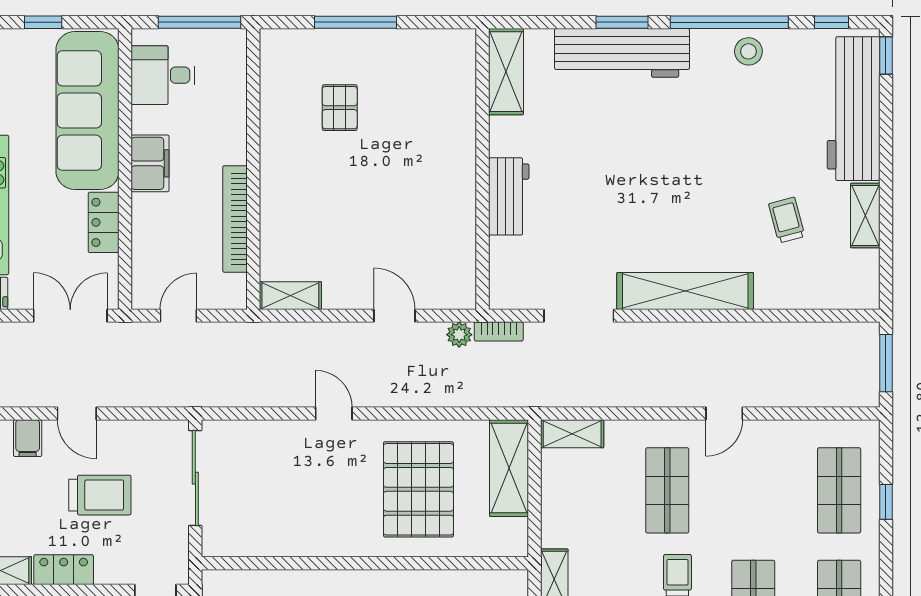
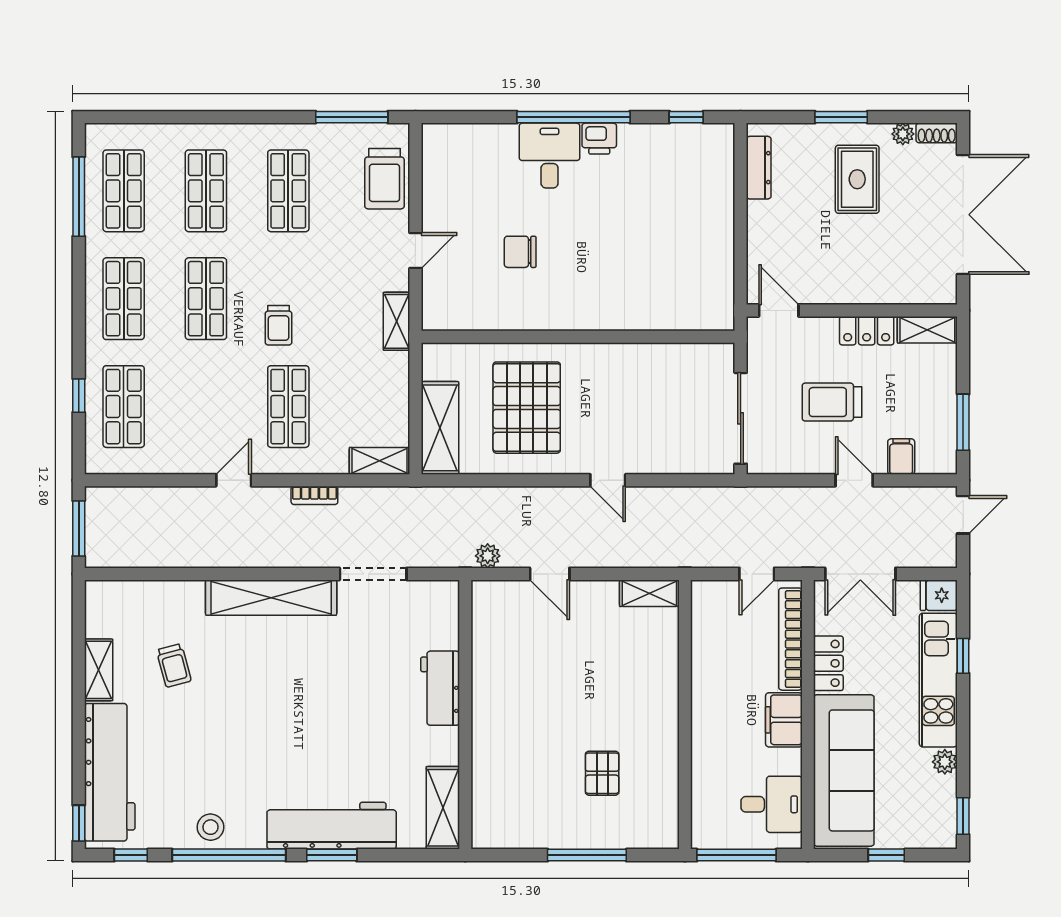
bookcase: (235, 219) -> (790, 639), moved, turned 180
bookcase: (499, 331) -> (314, 495), moved, turned 180

